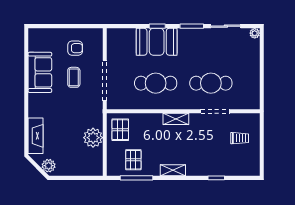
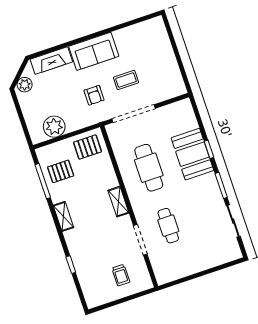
plant: (255, 33) -> (236, 254), removed
armchair: (75, 48) -> (94, 95), moved
sofa: (40, 72) -> (94, 51), moved
cafe table: (211, 83) -> (168, 226), width x0.73, depth x0.74
plant: (93, 138) -> (54, 127), moved

